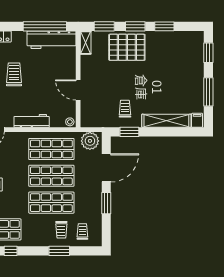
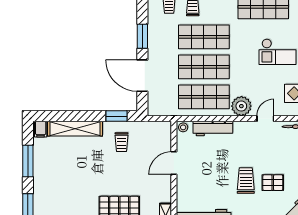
trolley: (14, 74) -> (246, 180), turned 180
door: (78, 90) -> (174, 163), swing flipped
workbench: (32, 121) -> (213, 128), moved
plant: (90, 141) -> (241, 106), moved
door: (106, 168) -> (142, 76), hinge flipped

